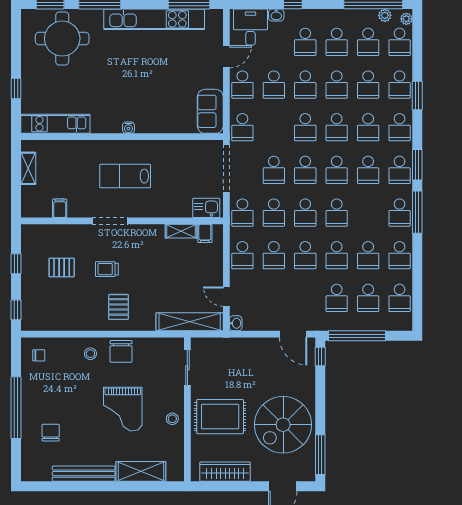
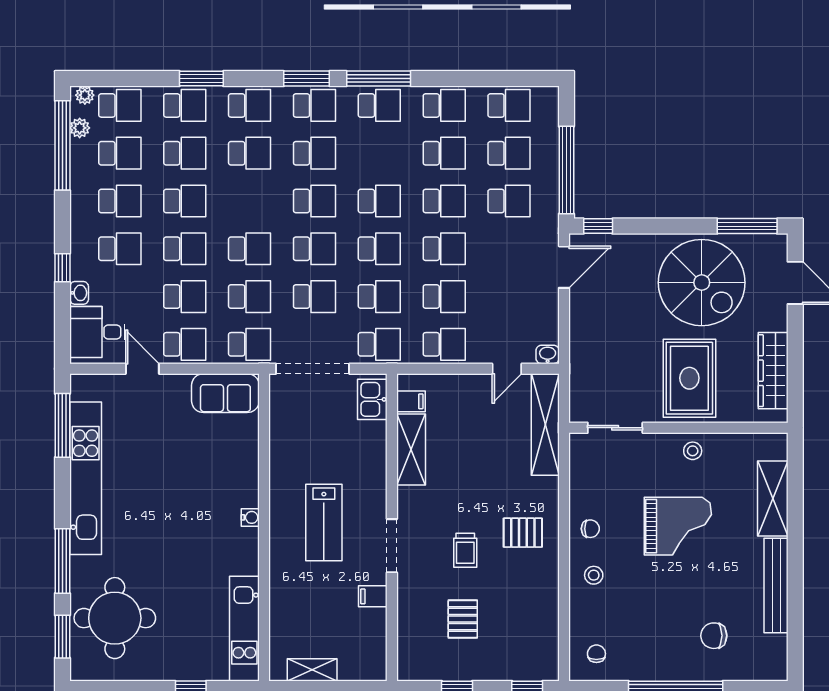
school desk: (337, 127) -> (250, 297), moved
filing cabinet: (60, 208) -> (373, 596), moved
shelving: (181, 231) -> (411, 450), width x1.50, depth x1.33
chair: (121, 351) -> (590, 529), width x0.54, depth x0.54

